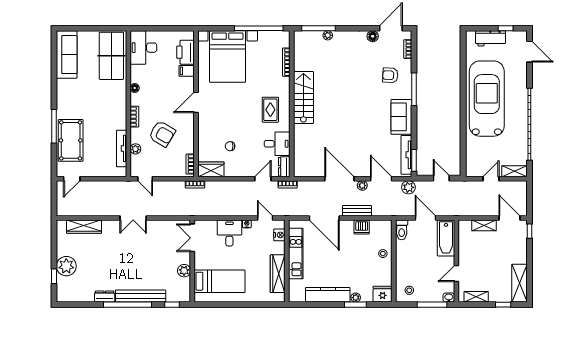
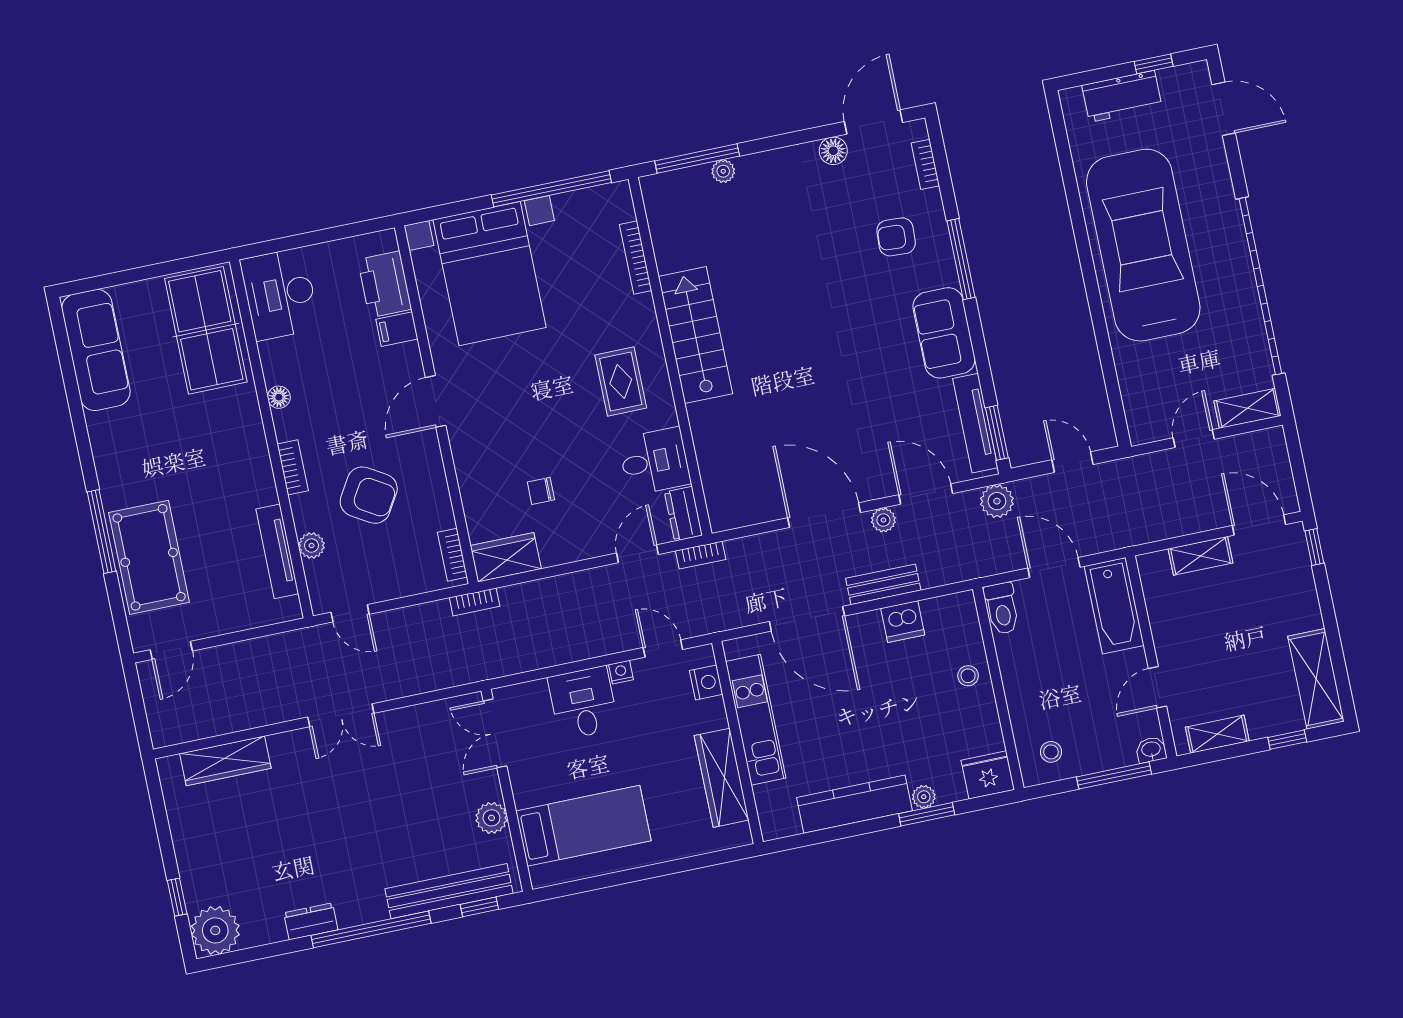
plant: (66, 266) -> (215, 930), moved
bench: (141, 296) -> (449, 891), moved

